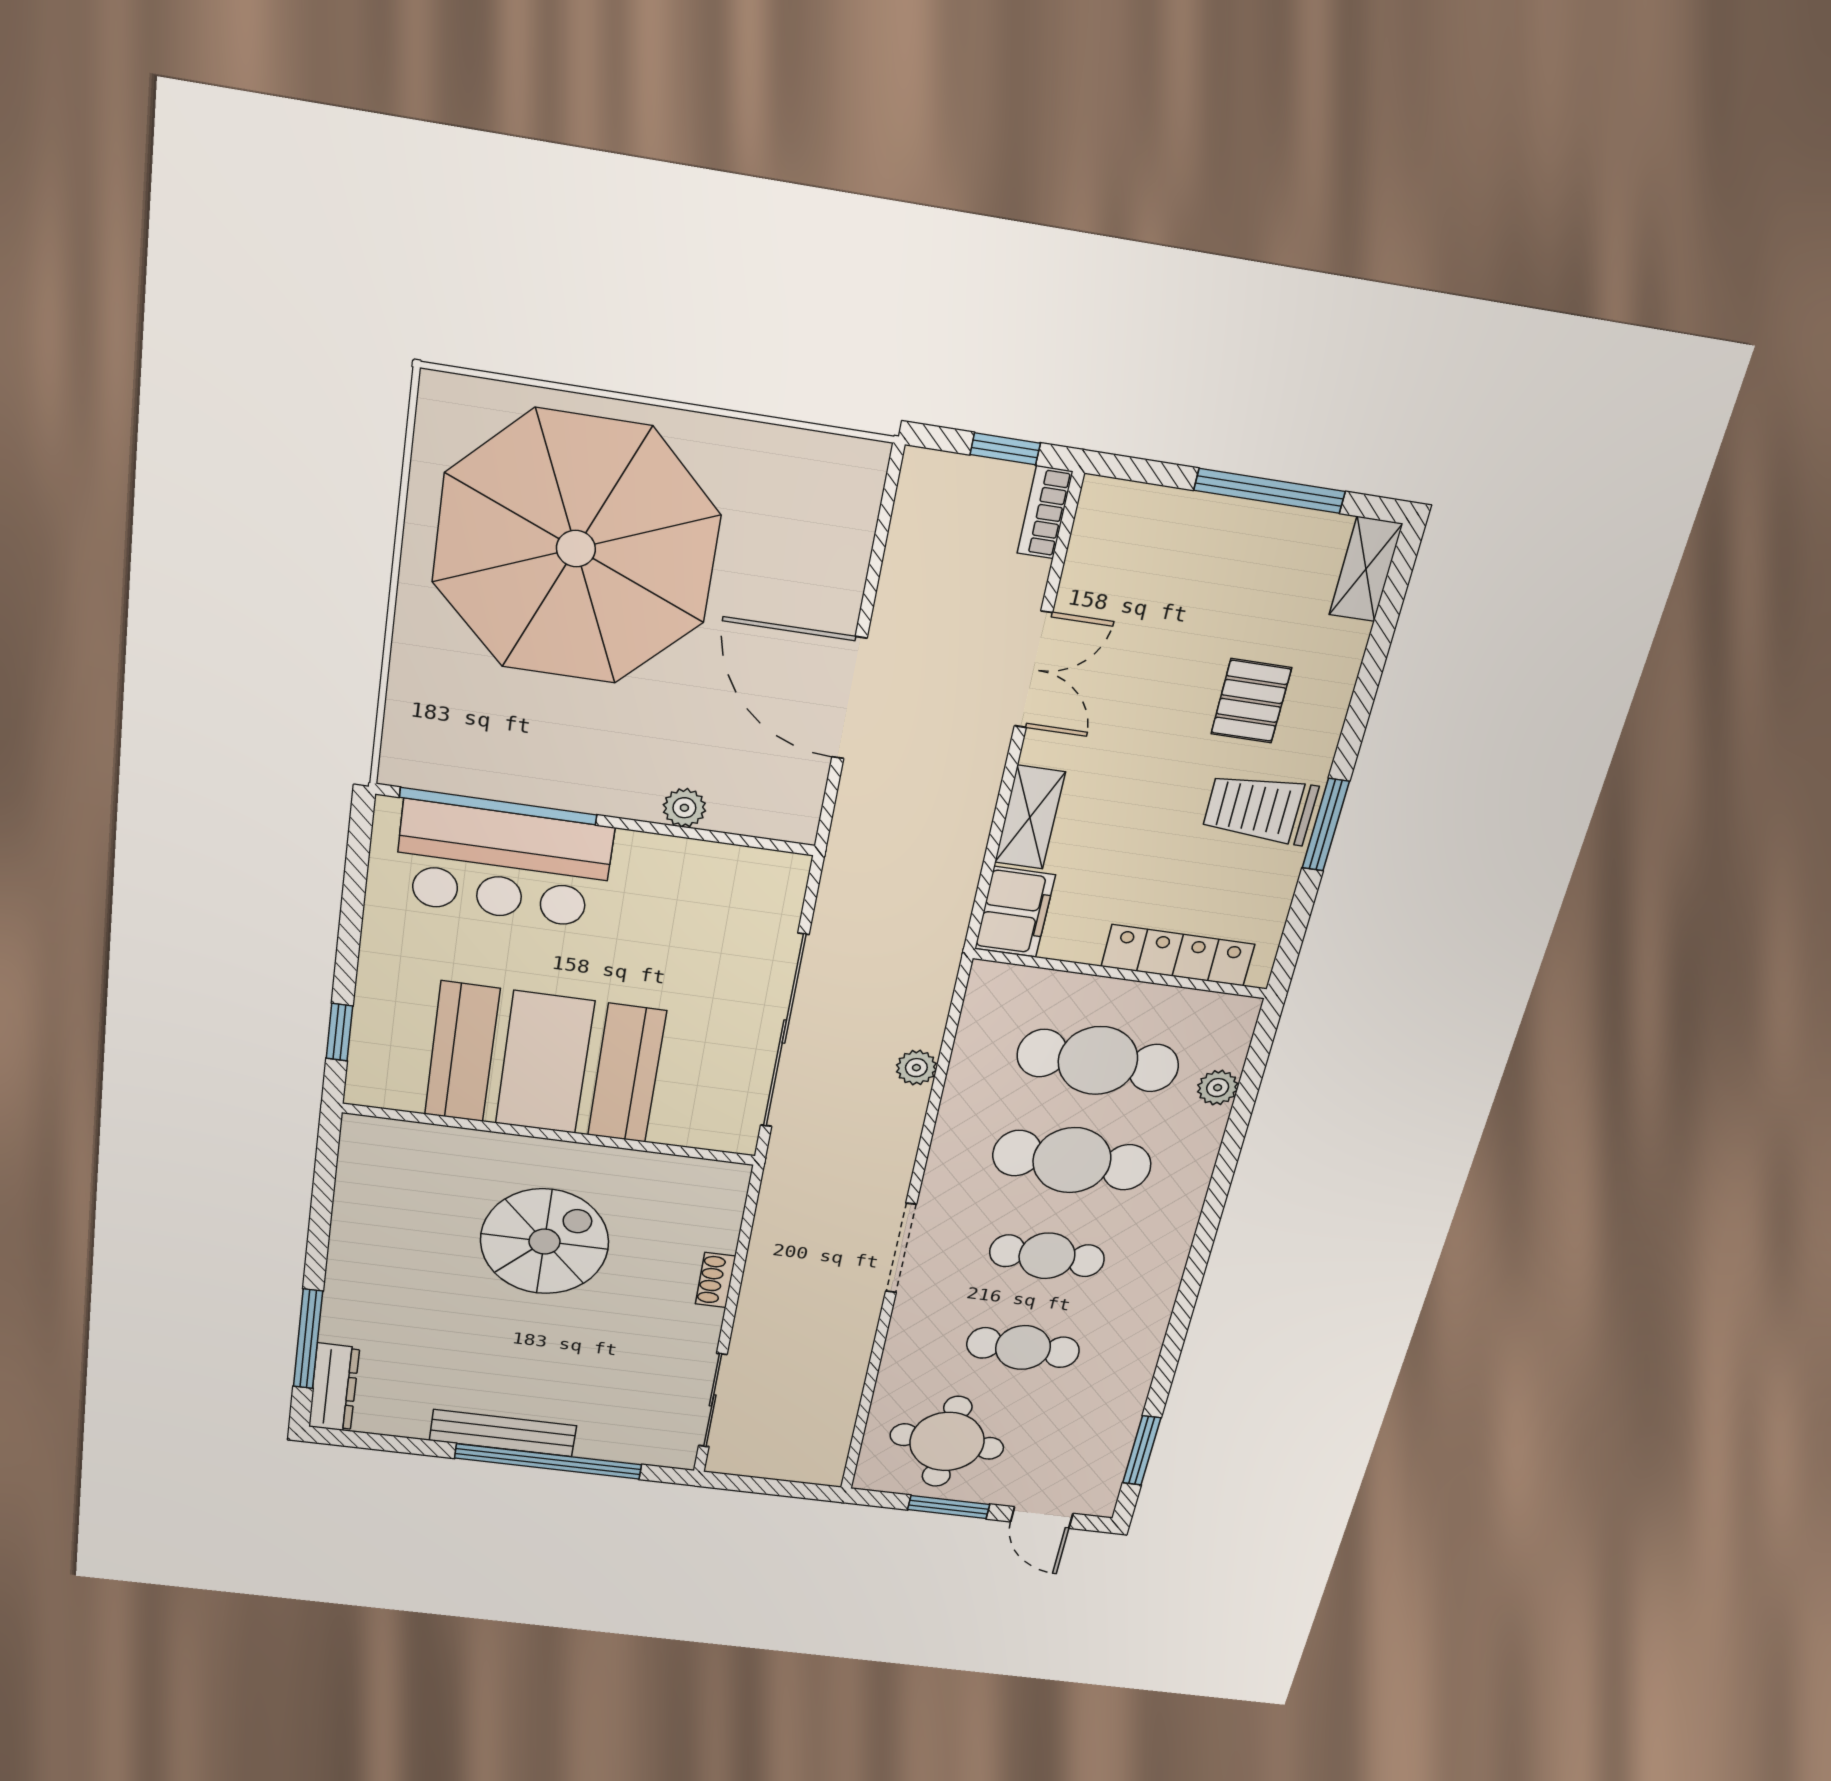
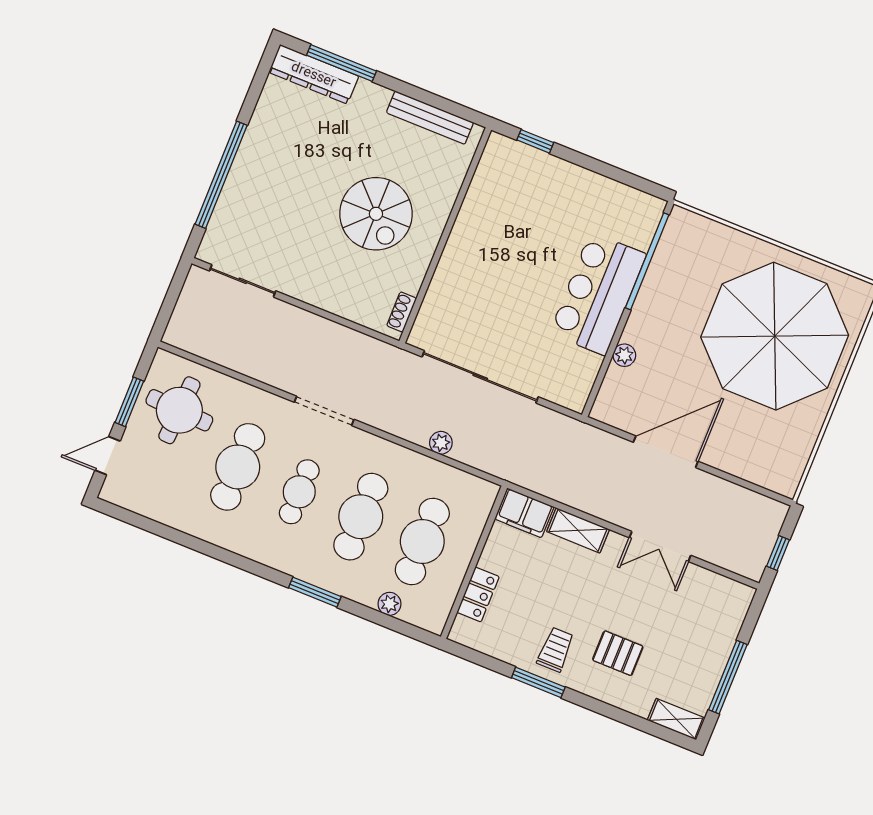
bookcase: (1045, 512) -> (742, 567), removed
trolley: (1260, 809) -> (555, 650), width x0.73, depth x0.72
bar counter: (503, 864) -> (598, 294), moved
locker: (1178, 955) -> (478, 594), width x0.66
booth: (545, 1063) -> (491, 245), removed
shoe rack: (715, 1280) -> (402, 312), moved, turned -90
cafe table: (1023, 1348) -> (238, 467), width x1.37, depth x1.35
dresser: (334, 1387) -> (314, 74), width x1.37, depth x1.24
bench: (503, 1433) -> (430, 118), moved, turned 90
window: (1142, 1450) -> (315, 592), moved

